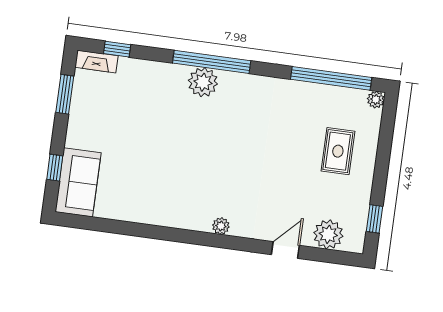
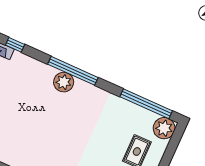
plant: (376, 100) -> (164, 128), width x1.88, depth x1.88

